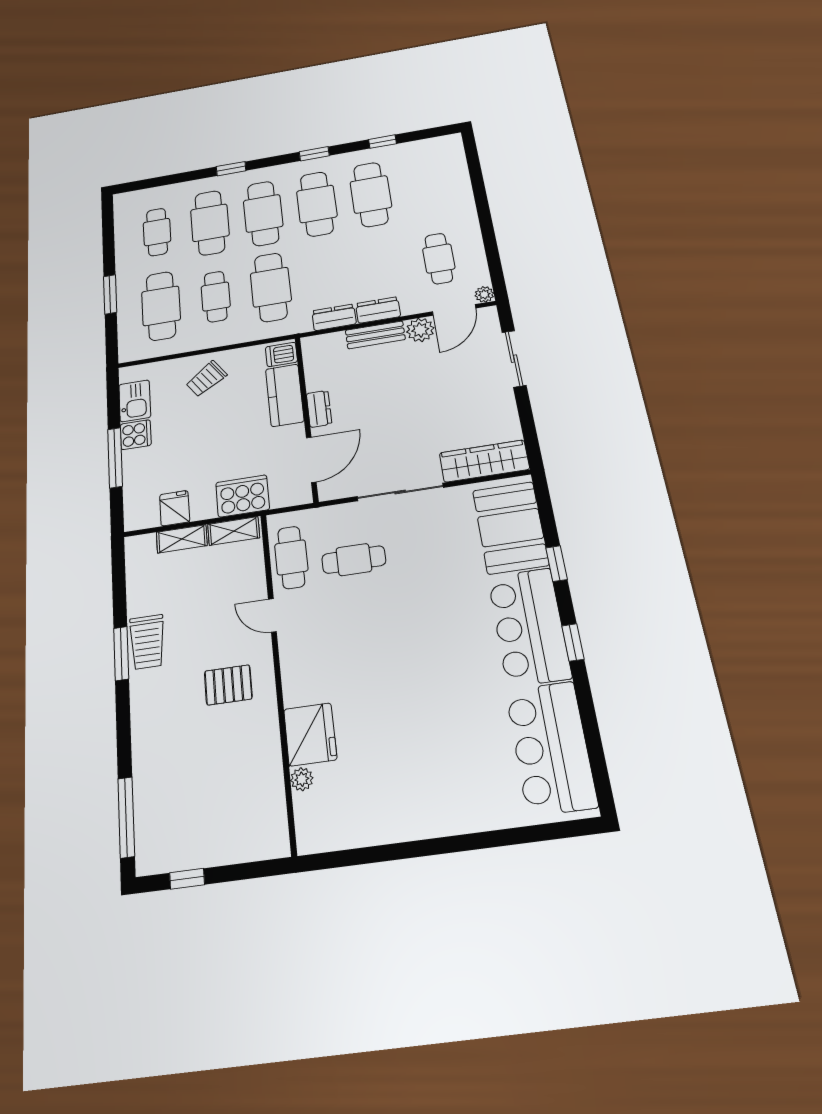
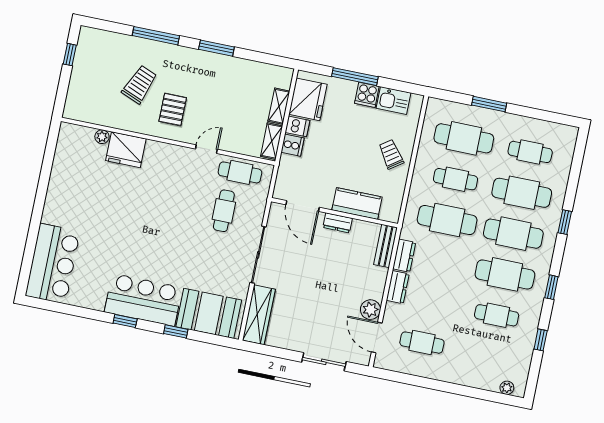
cafe table: (371, 194) -> (497, 315), width x0.73, depth x0.74
plant: (484, 294) -> (507, 388), moved
bench: (375, 335) -> (386, 246), moved
dishwasher: (281, 354) -> (297, 126), moved, turned 90
cooker: (243, 496) -> (293, 145), width x0.53, depth x0.76
fridge: (175, 508) -> (308, 99), width x1.88, depth x1.34
trolley: (147, 642) -> (140, 84), moved, turned 112
bar counter: (551, 748) -> (53, 263), moved, turned 90
window: (126, 817) -> (156, 36), moved

